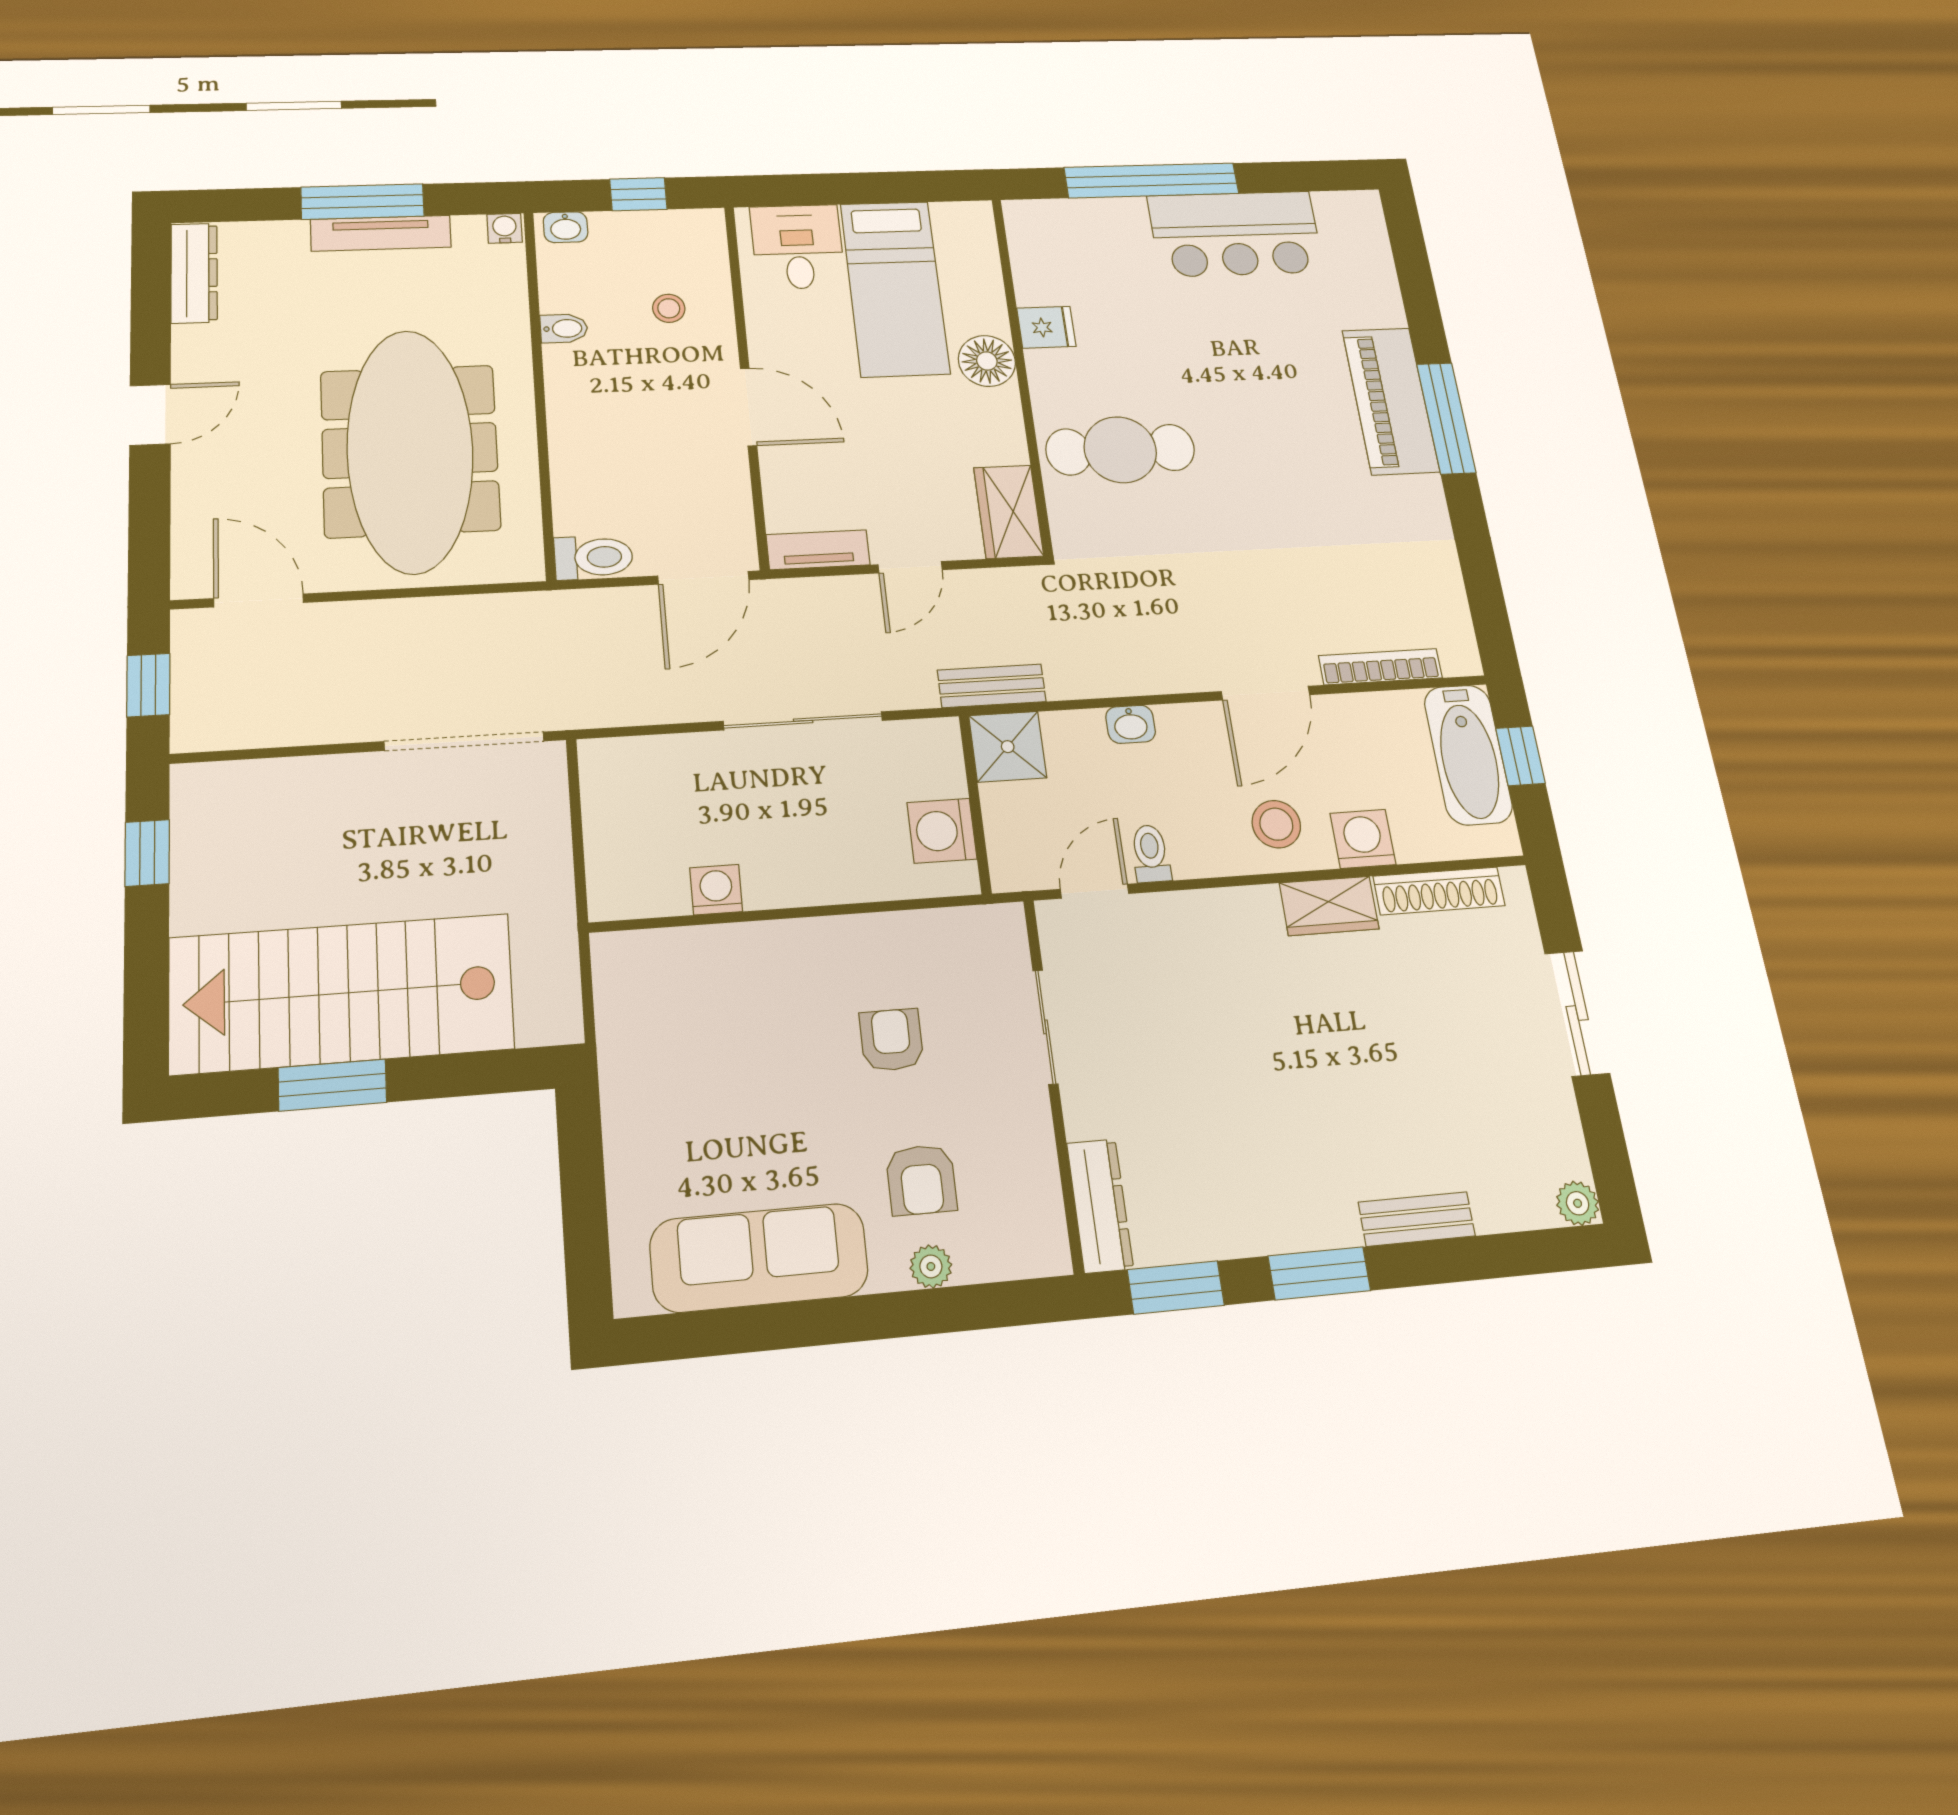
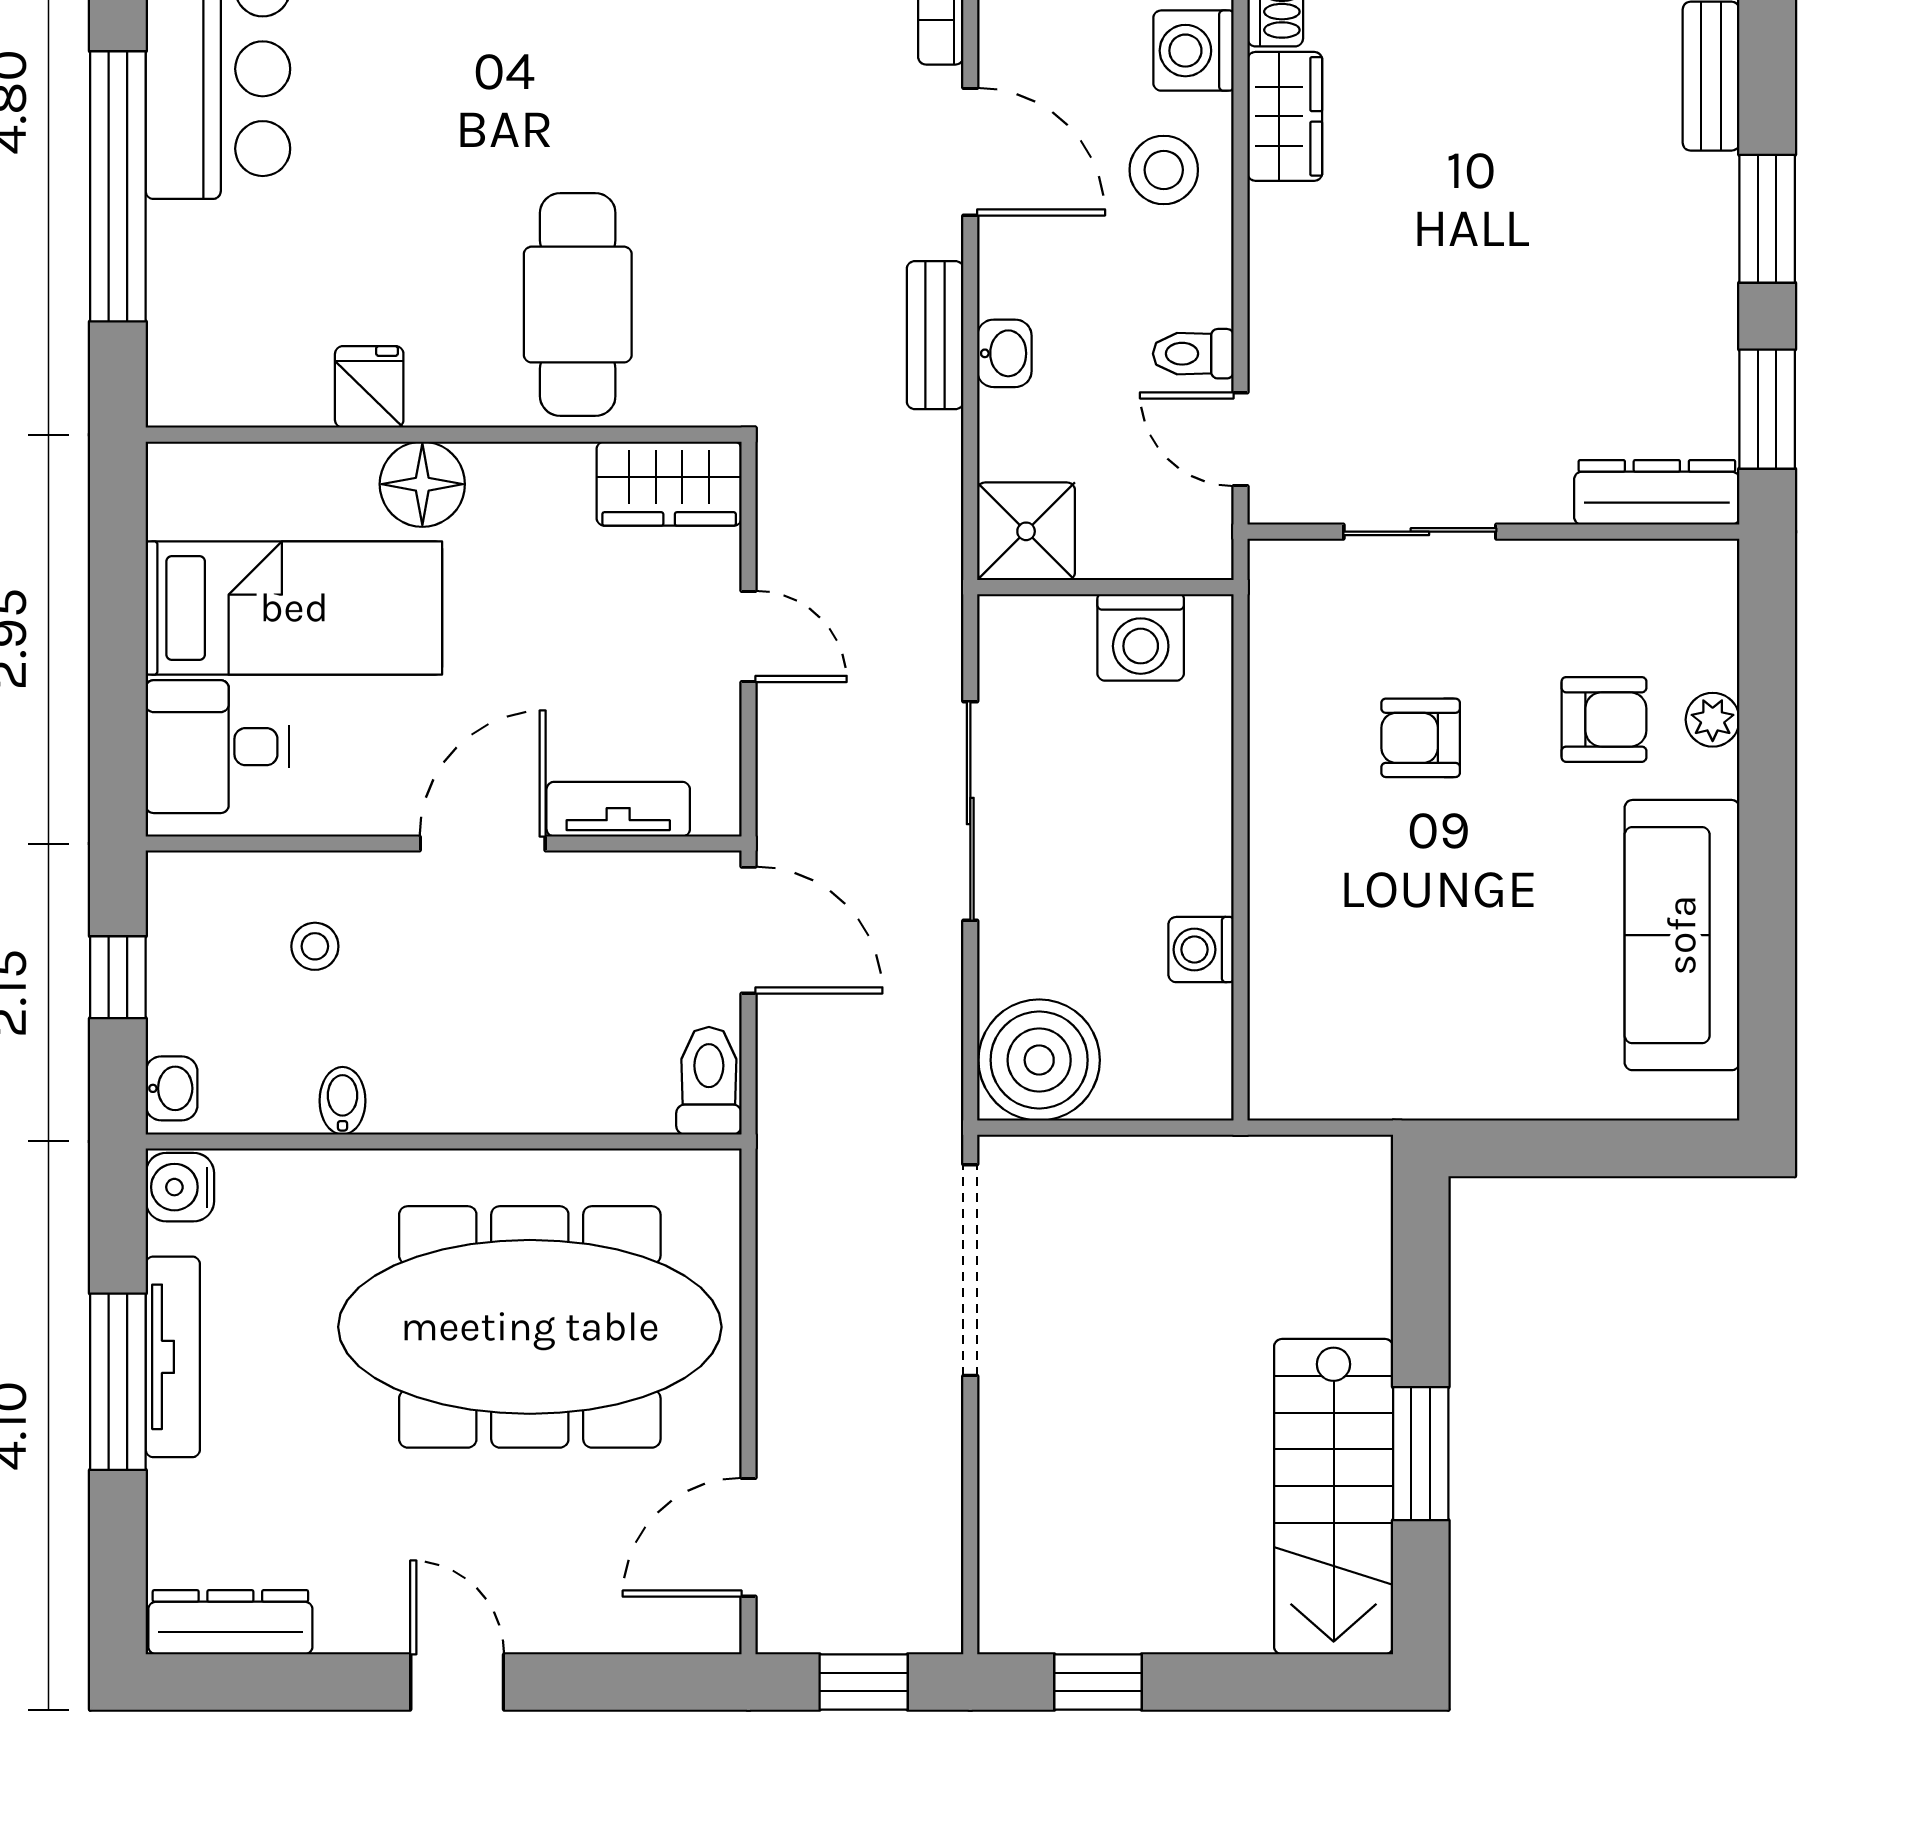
water cooler: (505, 228) -> (180, 1187), width x1.38, depth x1.38
tv unit: (818, 550) -> (618, 809), moved, turned 90
bench: (992, 686) -> (935, 335), moved
boiler: (624, 780) -> (1039, 1060), added
stairs: (342, 993) -> (1334, 1497), width x0.73, depth x0.66

